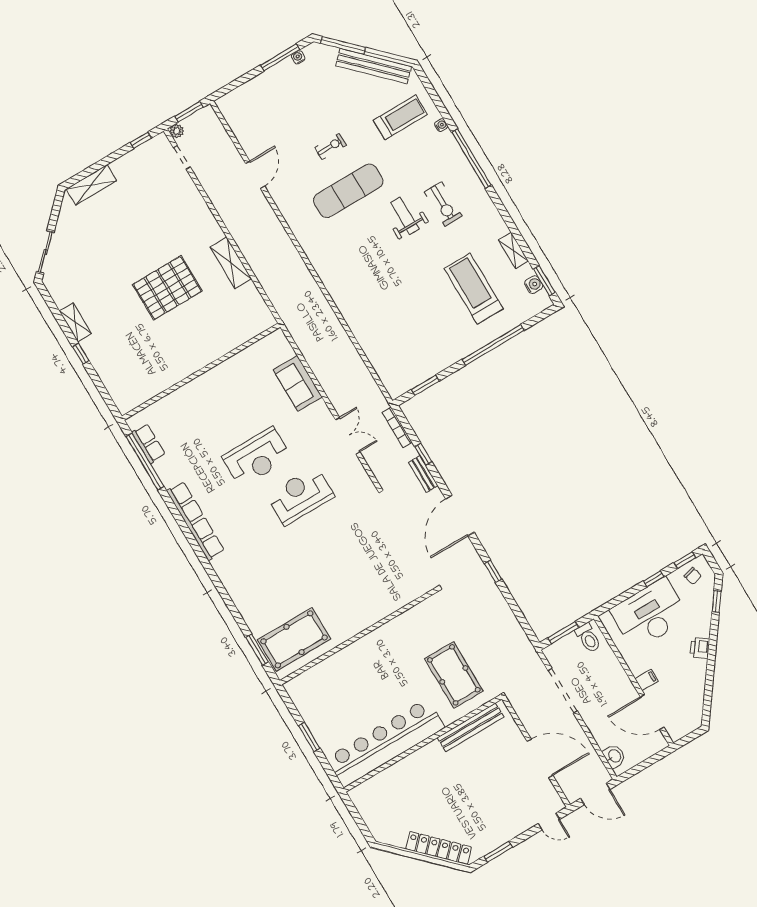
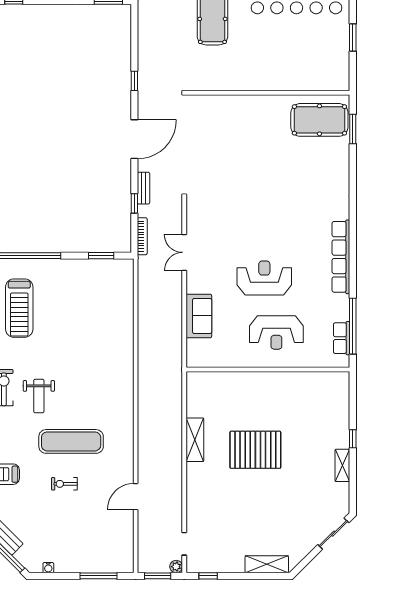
window: (280, 57) -> (98, 576), moved
reception desk: (300, 496) -> (276, 332), moved

